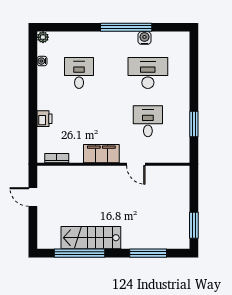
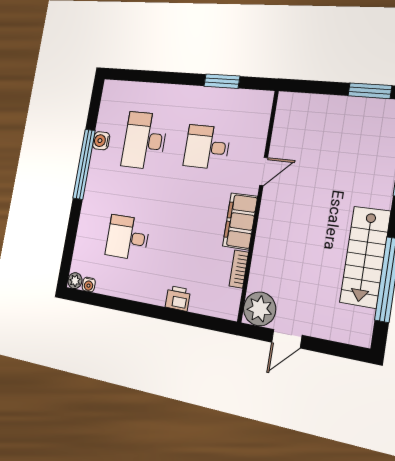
water cooler: (42, 61) -> (89, 285), moved
bookcase: (57, 158) -> (239, 269), moved
plant: (48, 176) -> (260, 309), added

